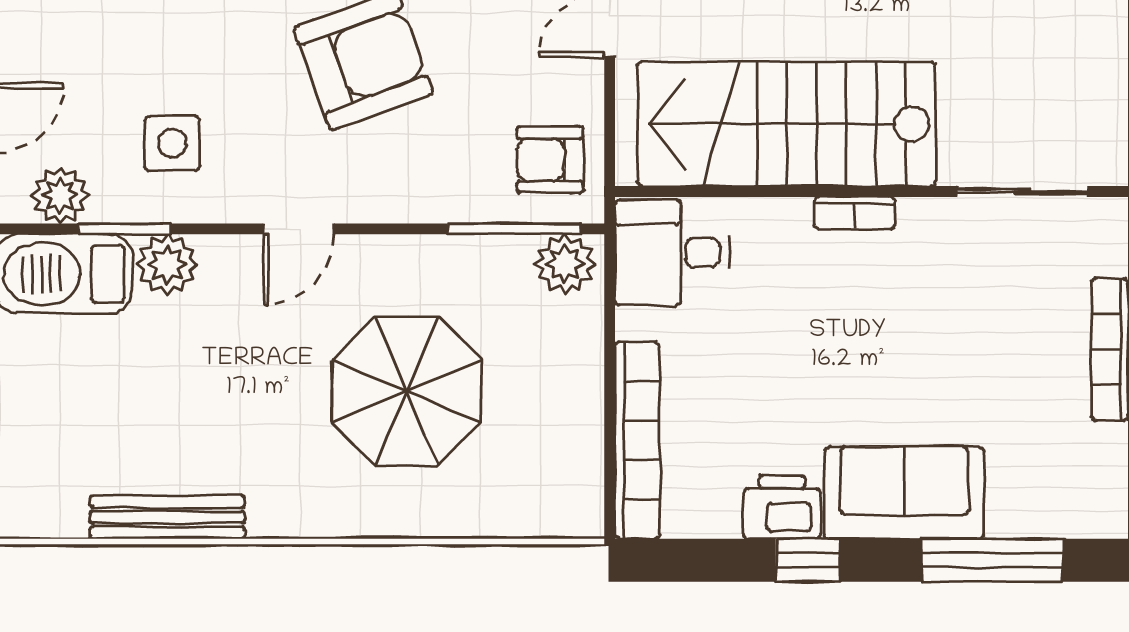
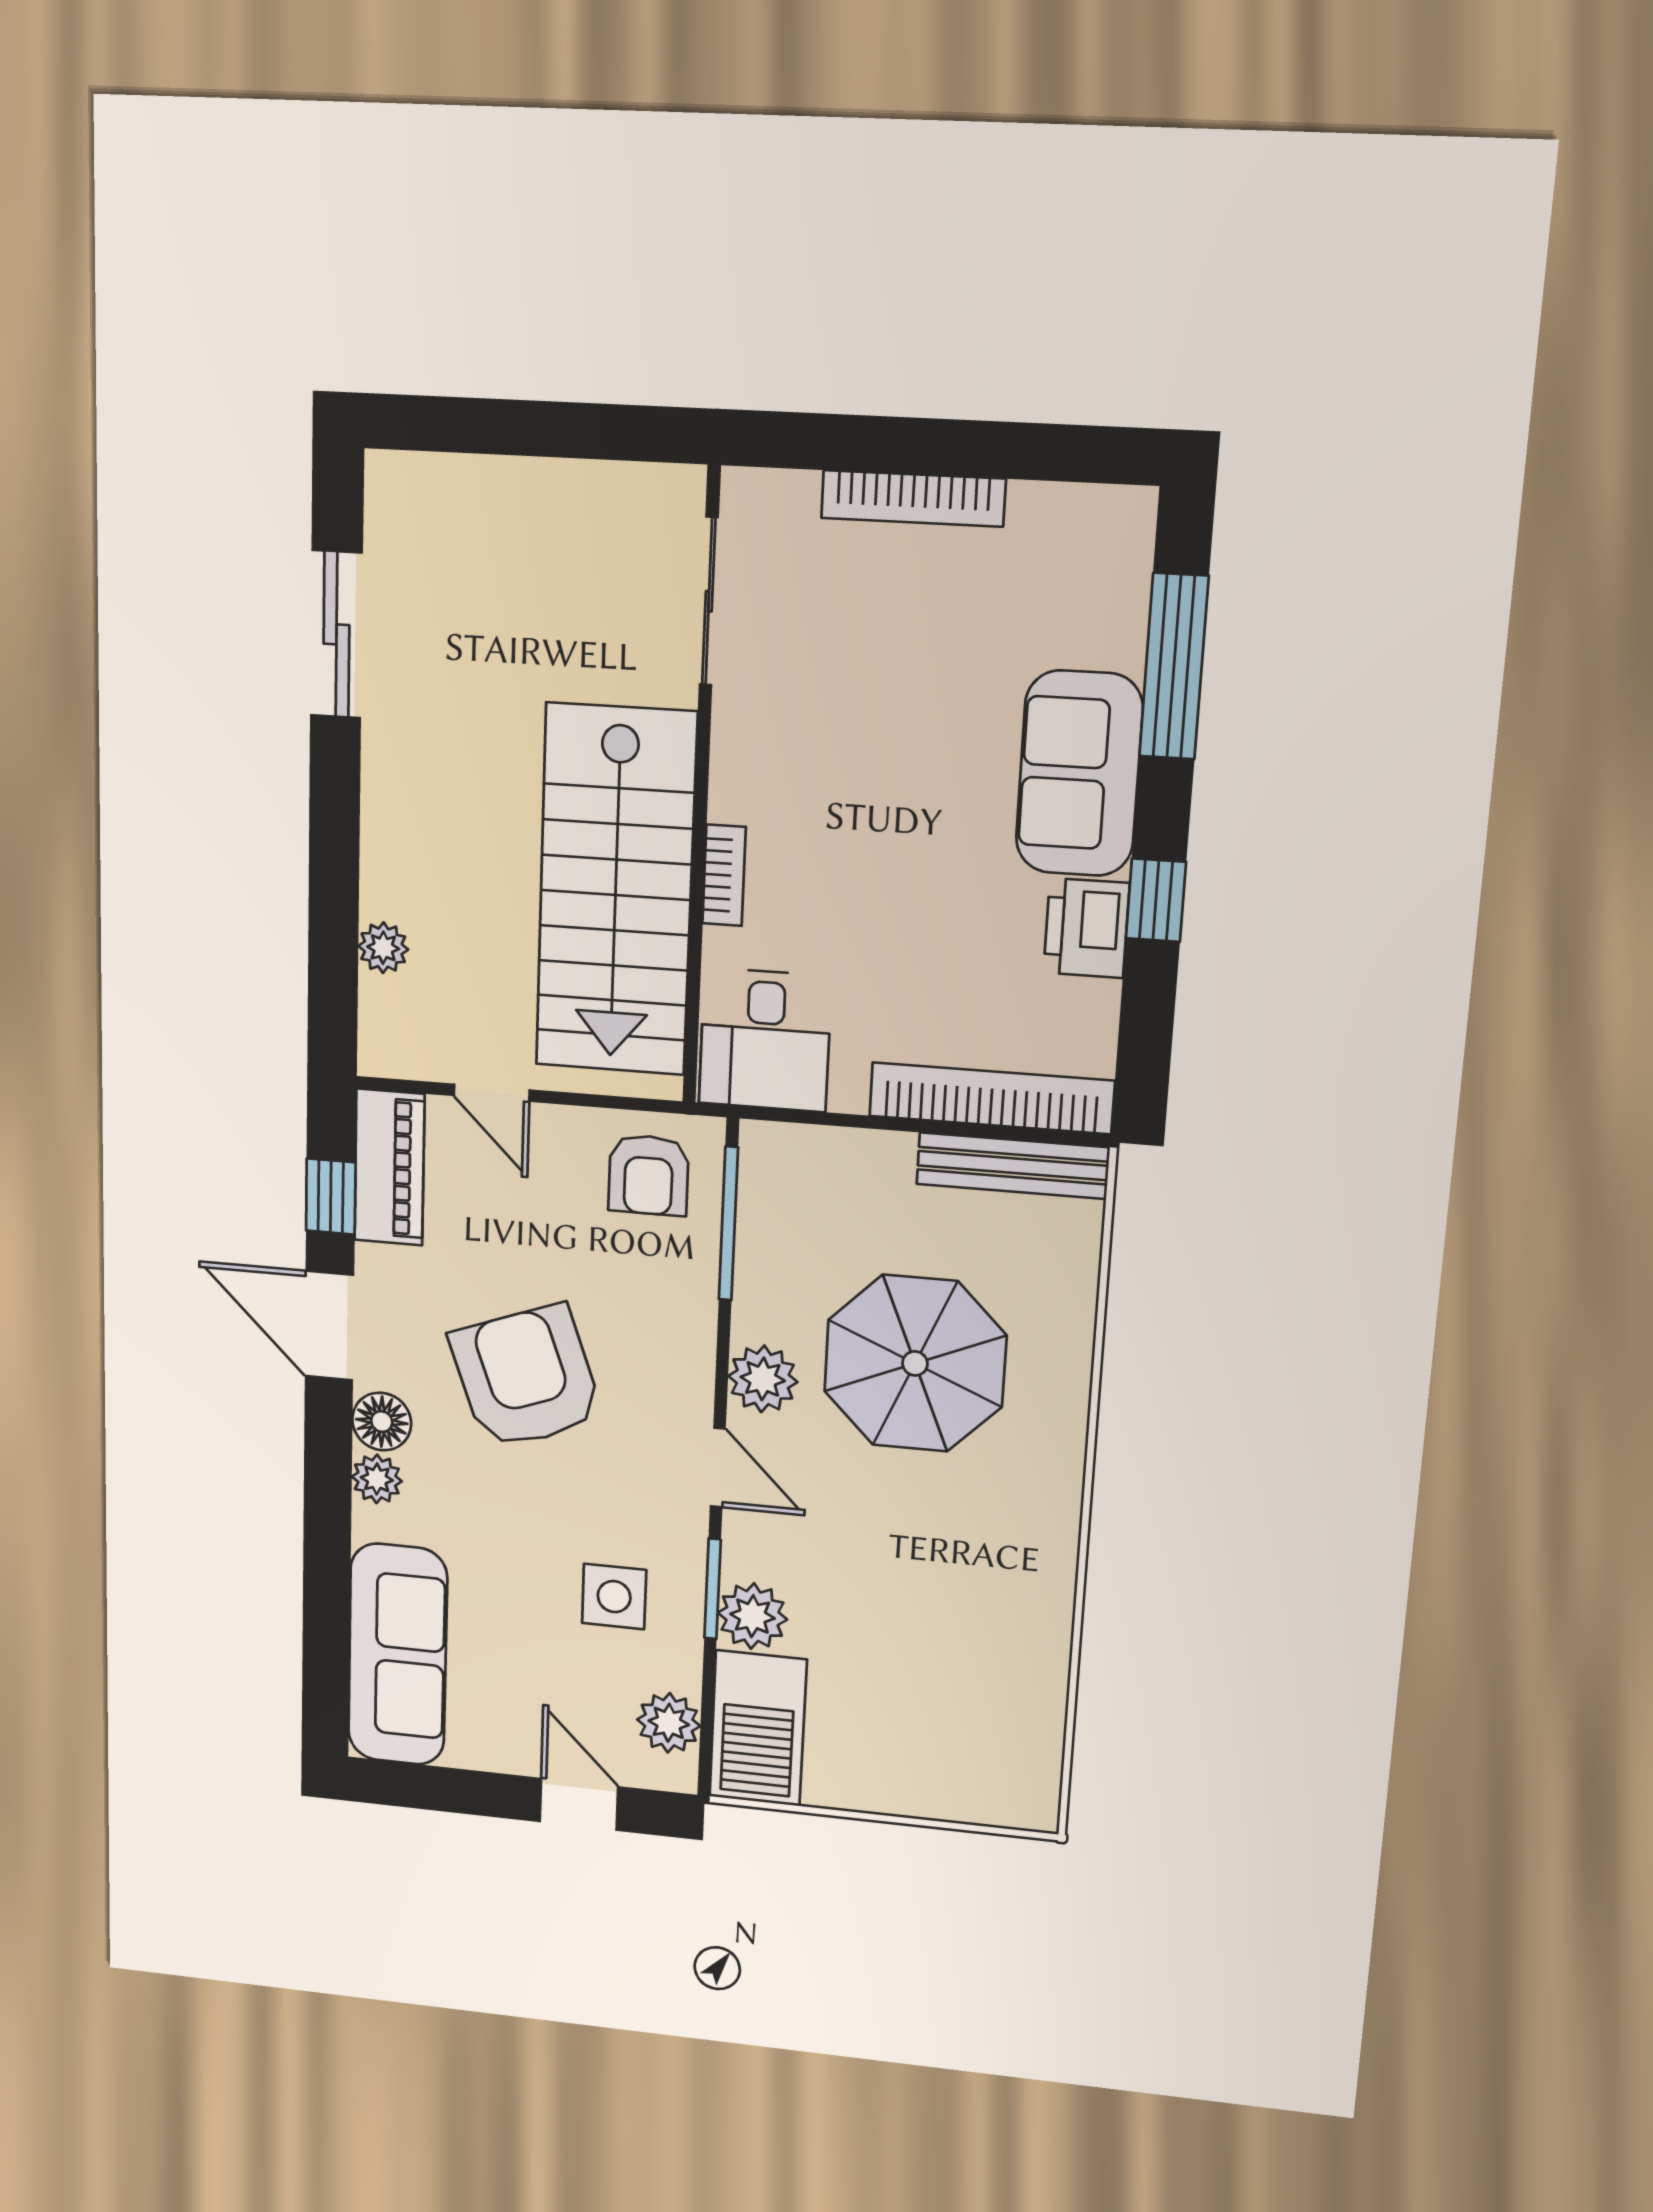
bookcase: (854, 213) -> (724, 875), moved
window: (125, 229) -> (713, 1589), moved
plant: (565, 264) -> (763, 1379), moved
bench: (167, 517) -> (1013, 1166), moved, turned 90

